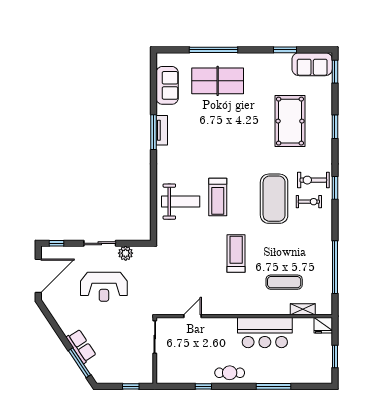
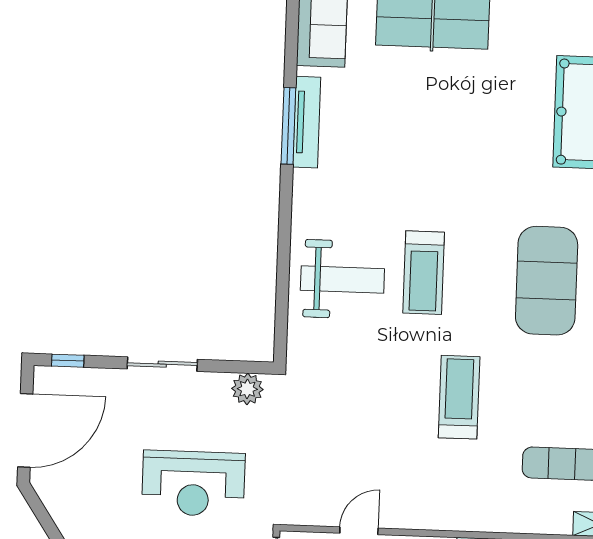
tv unit: (162, 130) -> (307, 122), width x1.41
plant: (126, 253) -> (247, 389), moved
reception desk: (104, 287) -> (193, 483), moved

